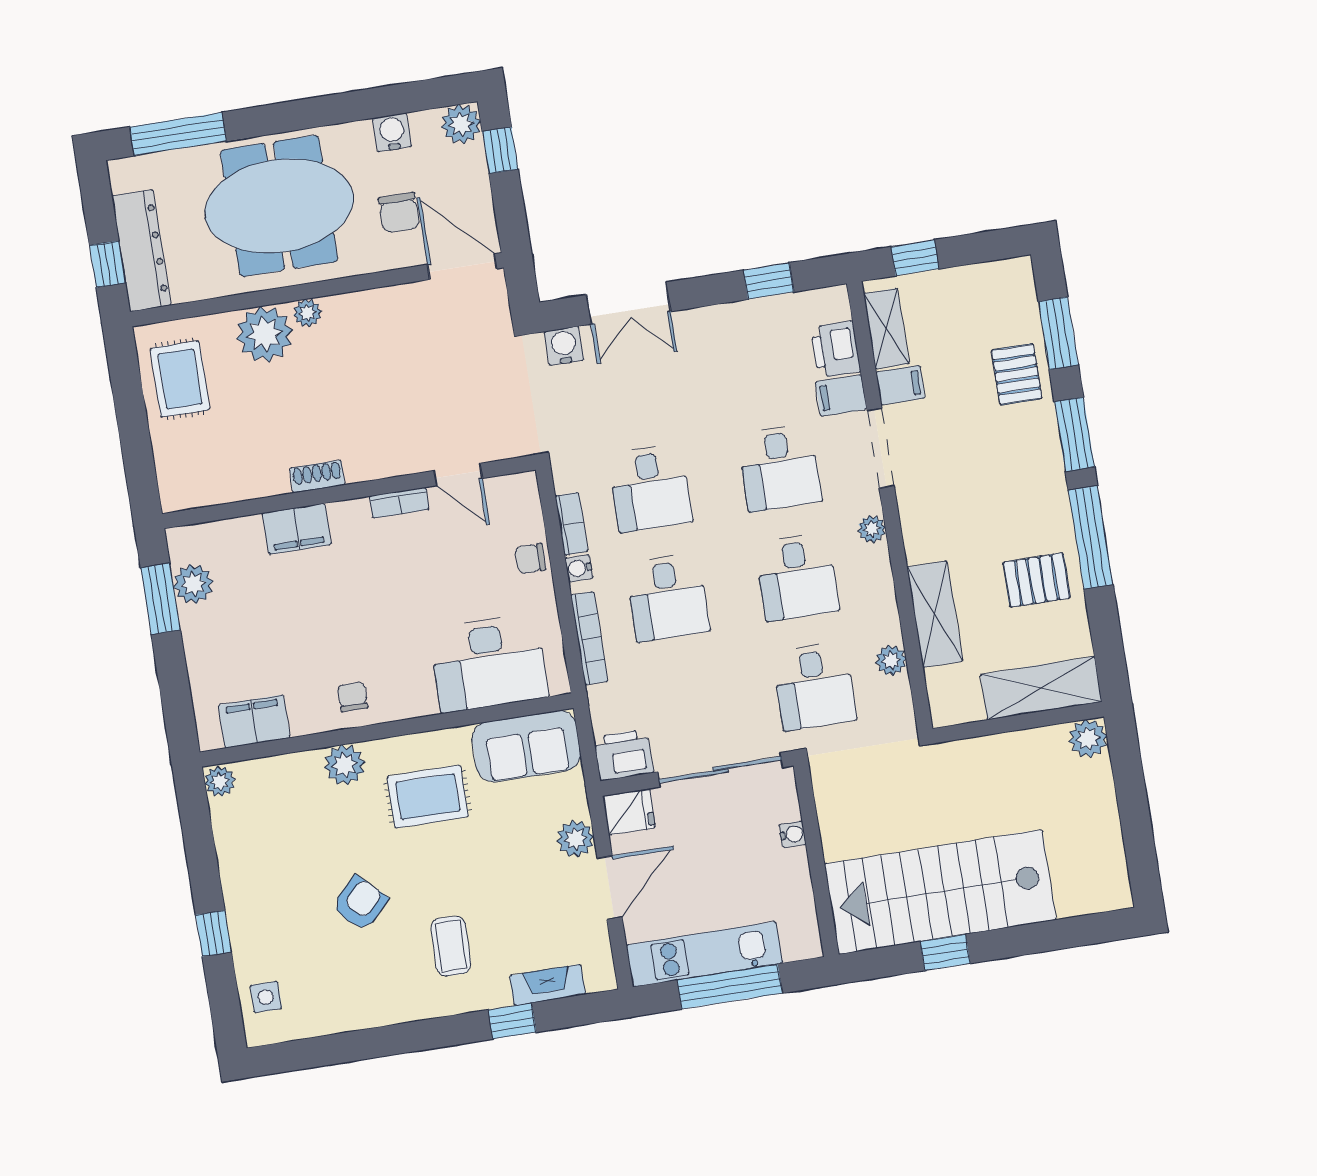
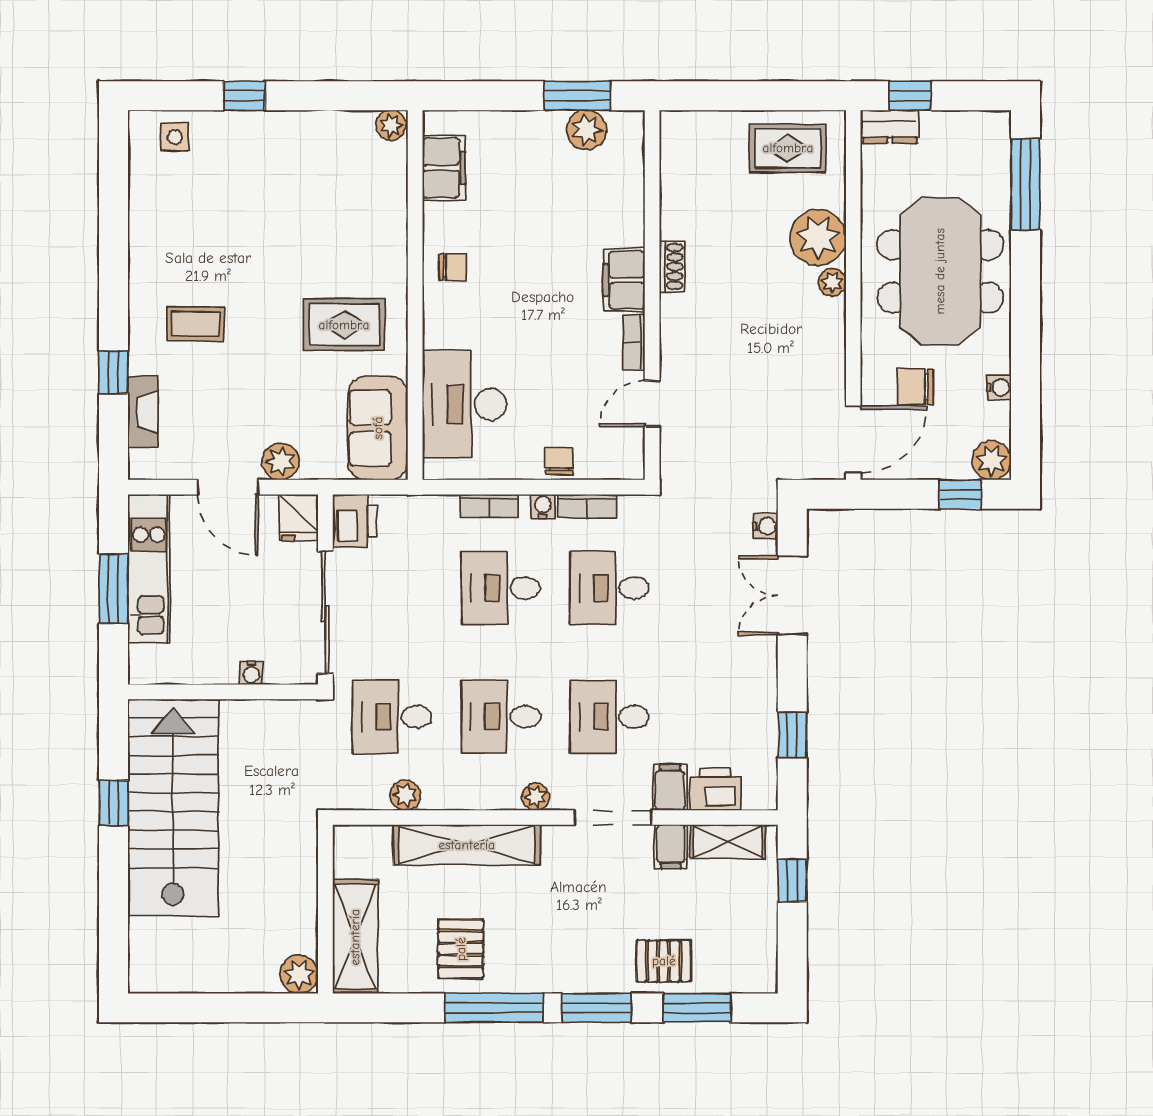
water cooler: (392, 132) -> (999, 387), width x0.72, depth x0.72
dresser: (141, 251) -> (890, 127), width x0.51, depth x0.80
water cooler: (564, 346) -> (765, 526), width x0.72, depth x0.72
filing cabinet: (297, 529) -> (624, 280), moved
shelving: (935, 614) -> (467, 845), width x1.47
bookcase: (589, 638) -> (489, 506), width x0.64
plant: (345, 765) -> (388, 249), removed
rug: (428, 797) -> (344, 325), turned 90
armchair: (360, 903) -> (251, 242), removed
window: (730, 987) -> (113, 589), width x0.69

